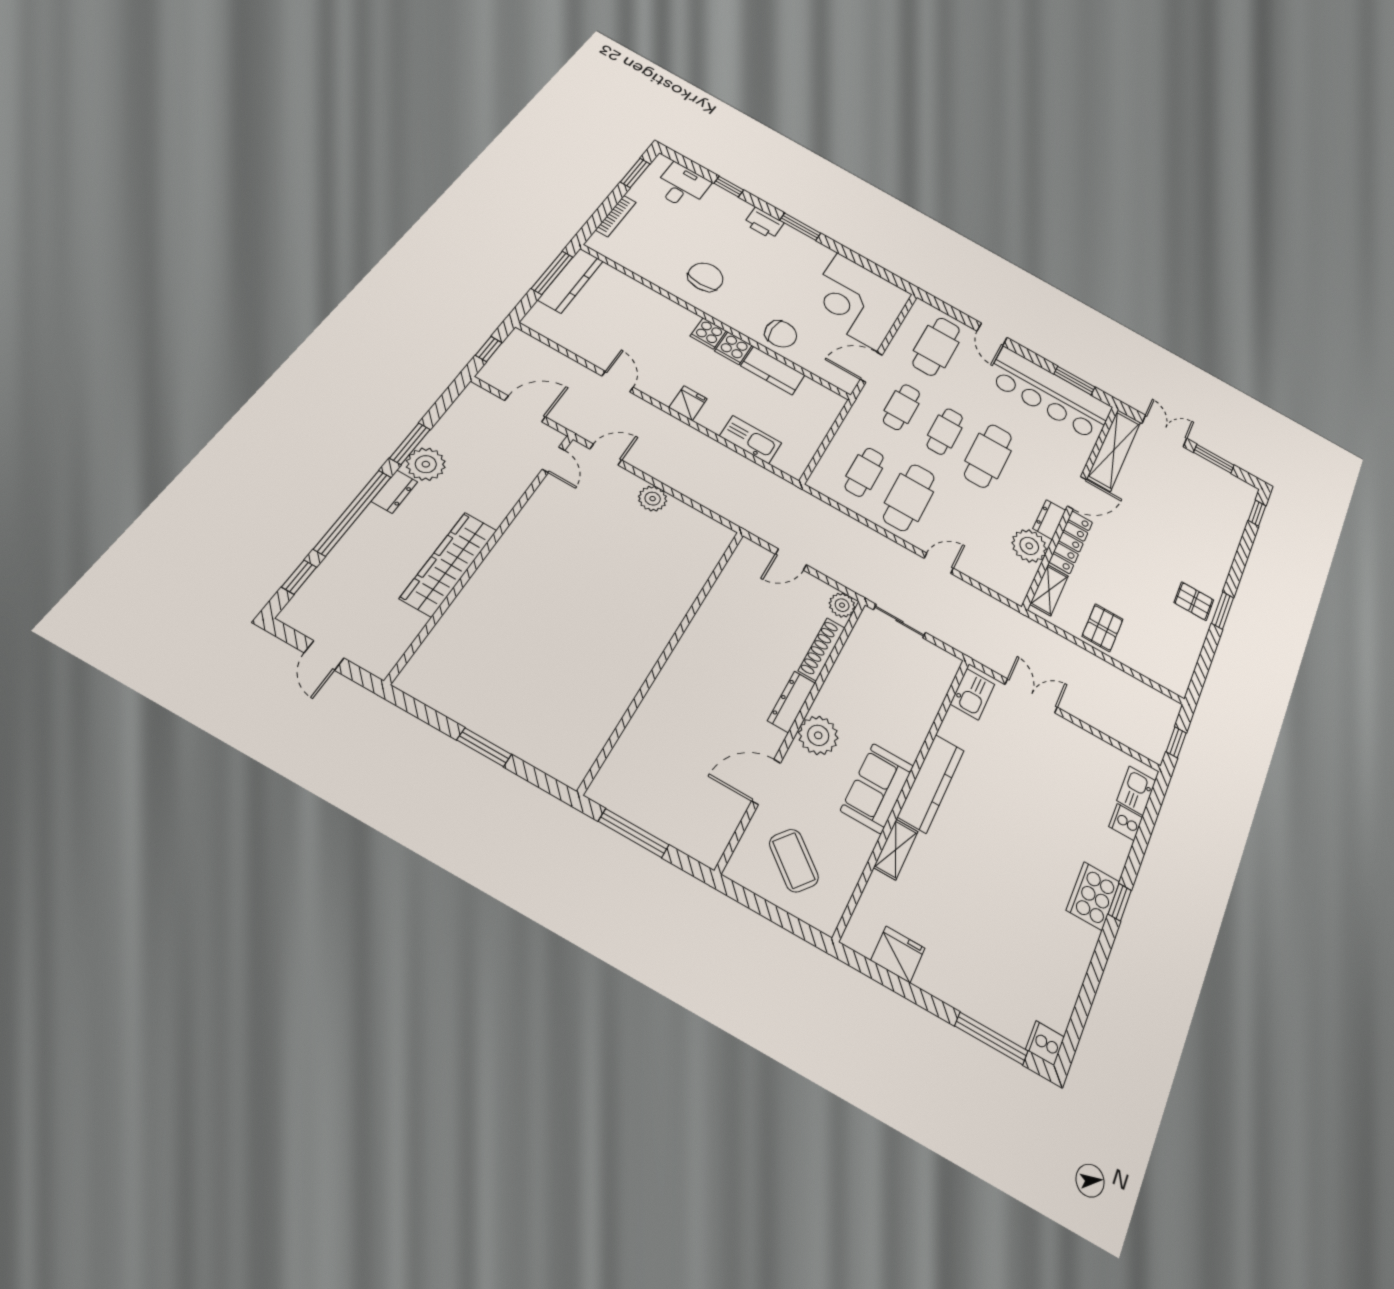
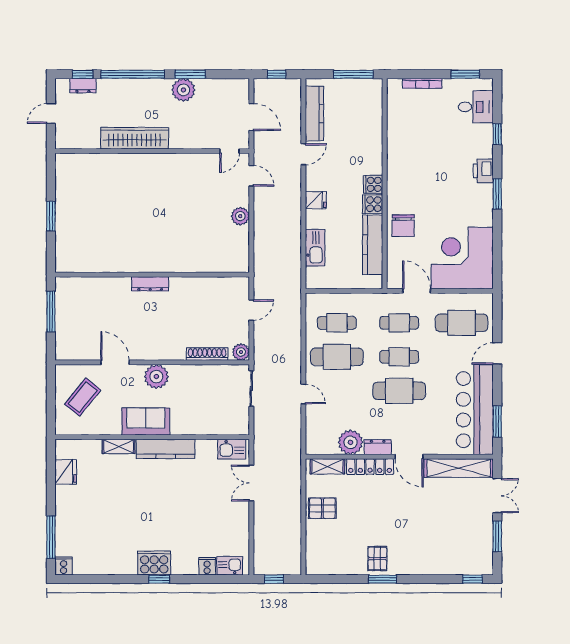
chair: (706, 277) -> (414, 160), removed
kitchen counter: (571, 280) -> (314, 114), moved, turned -90
kitchen counter: (773, 370) -> (373, 245), width x1.50
dresser: (394, 492) -> (83, 86), moved
door: (791, 559) -> (251, 310), swing flipped
double door: (1031, 696) -> (251, 483), swing flipped
dresser: (792, 702) -> (150, 284), moved, turned 180

